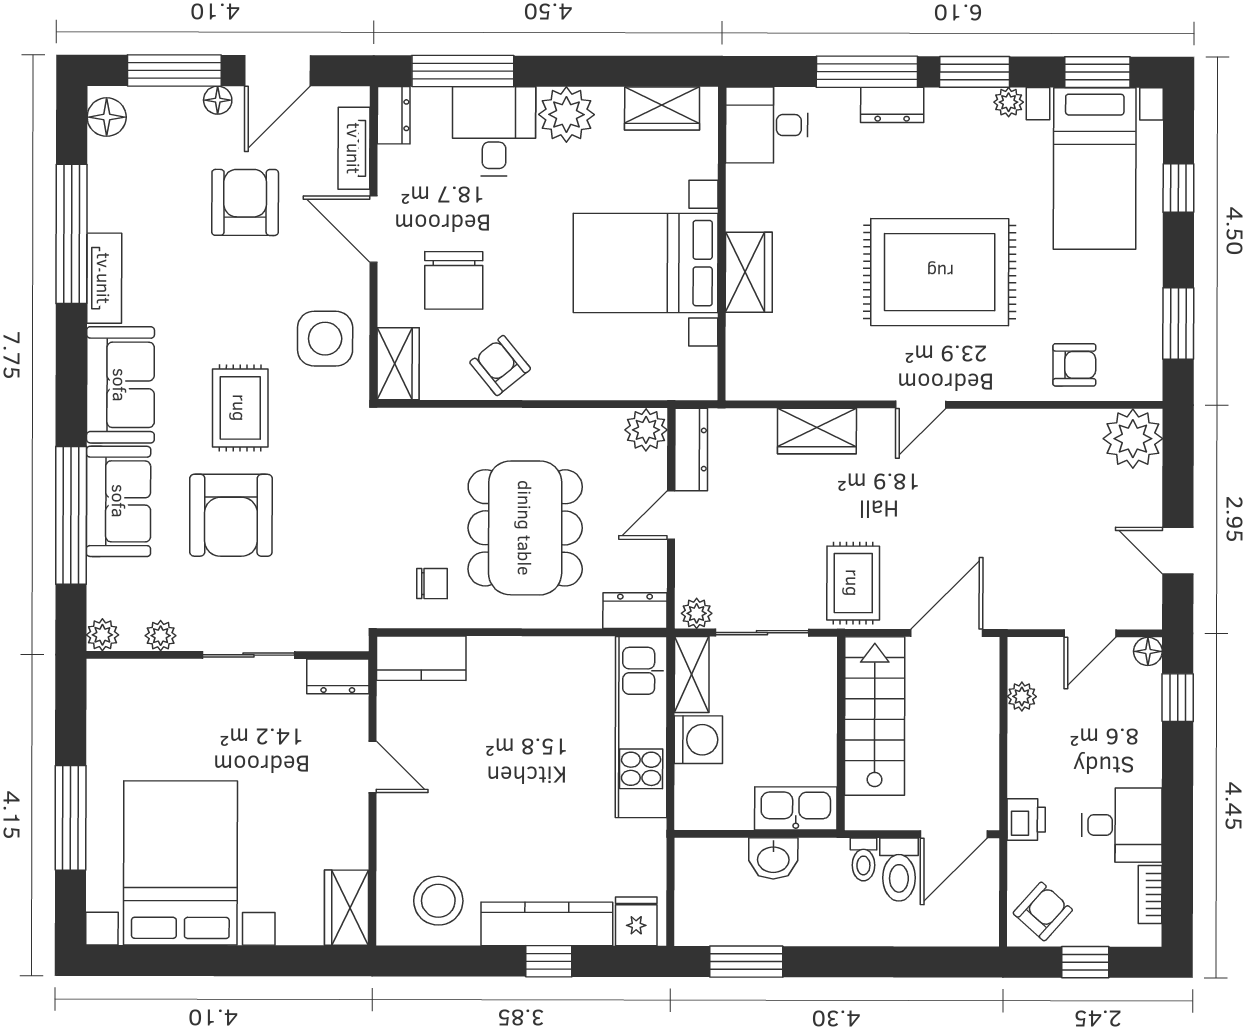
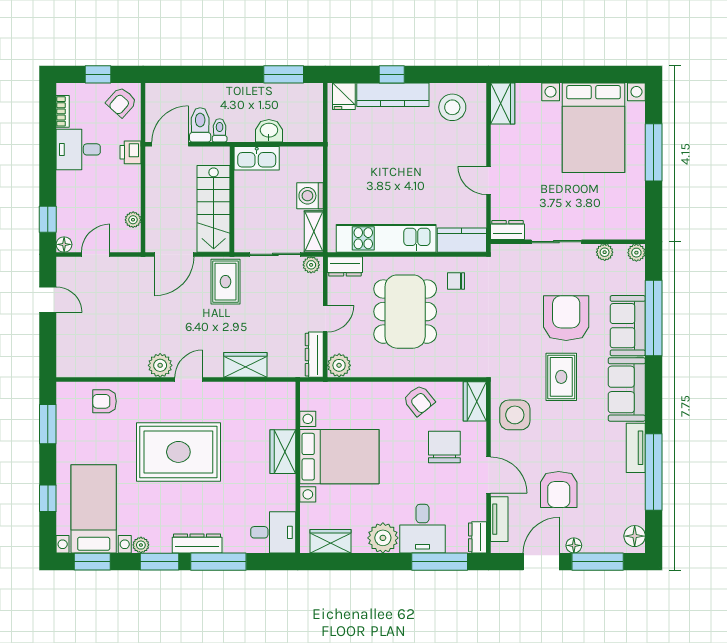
dresser: (892, 105) -> (197, 543), width x1.44
plant: (1133, 439) -> (160, 365), moved, width x0.73, depth x0.73
kitchen unit: (641, 727) -> (386, 238), moved, turned -90

